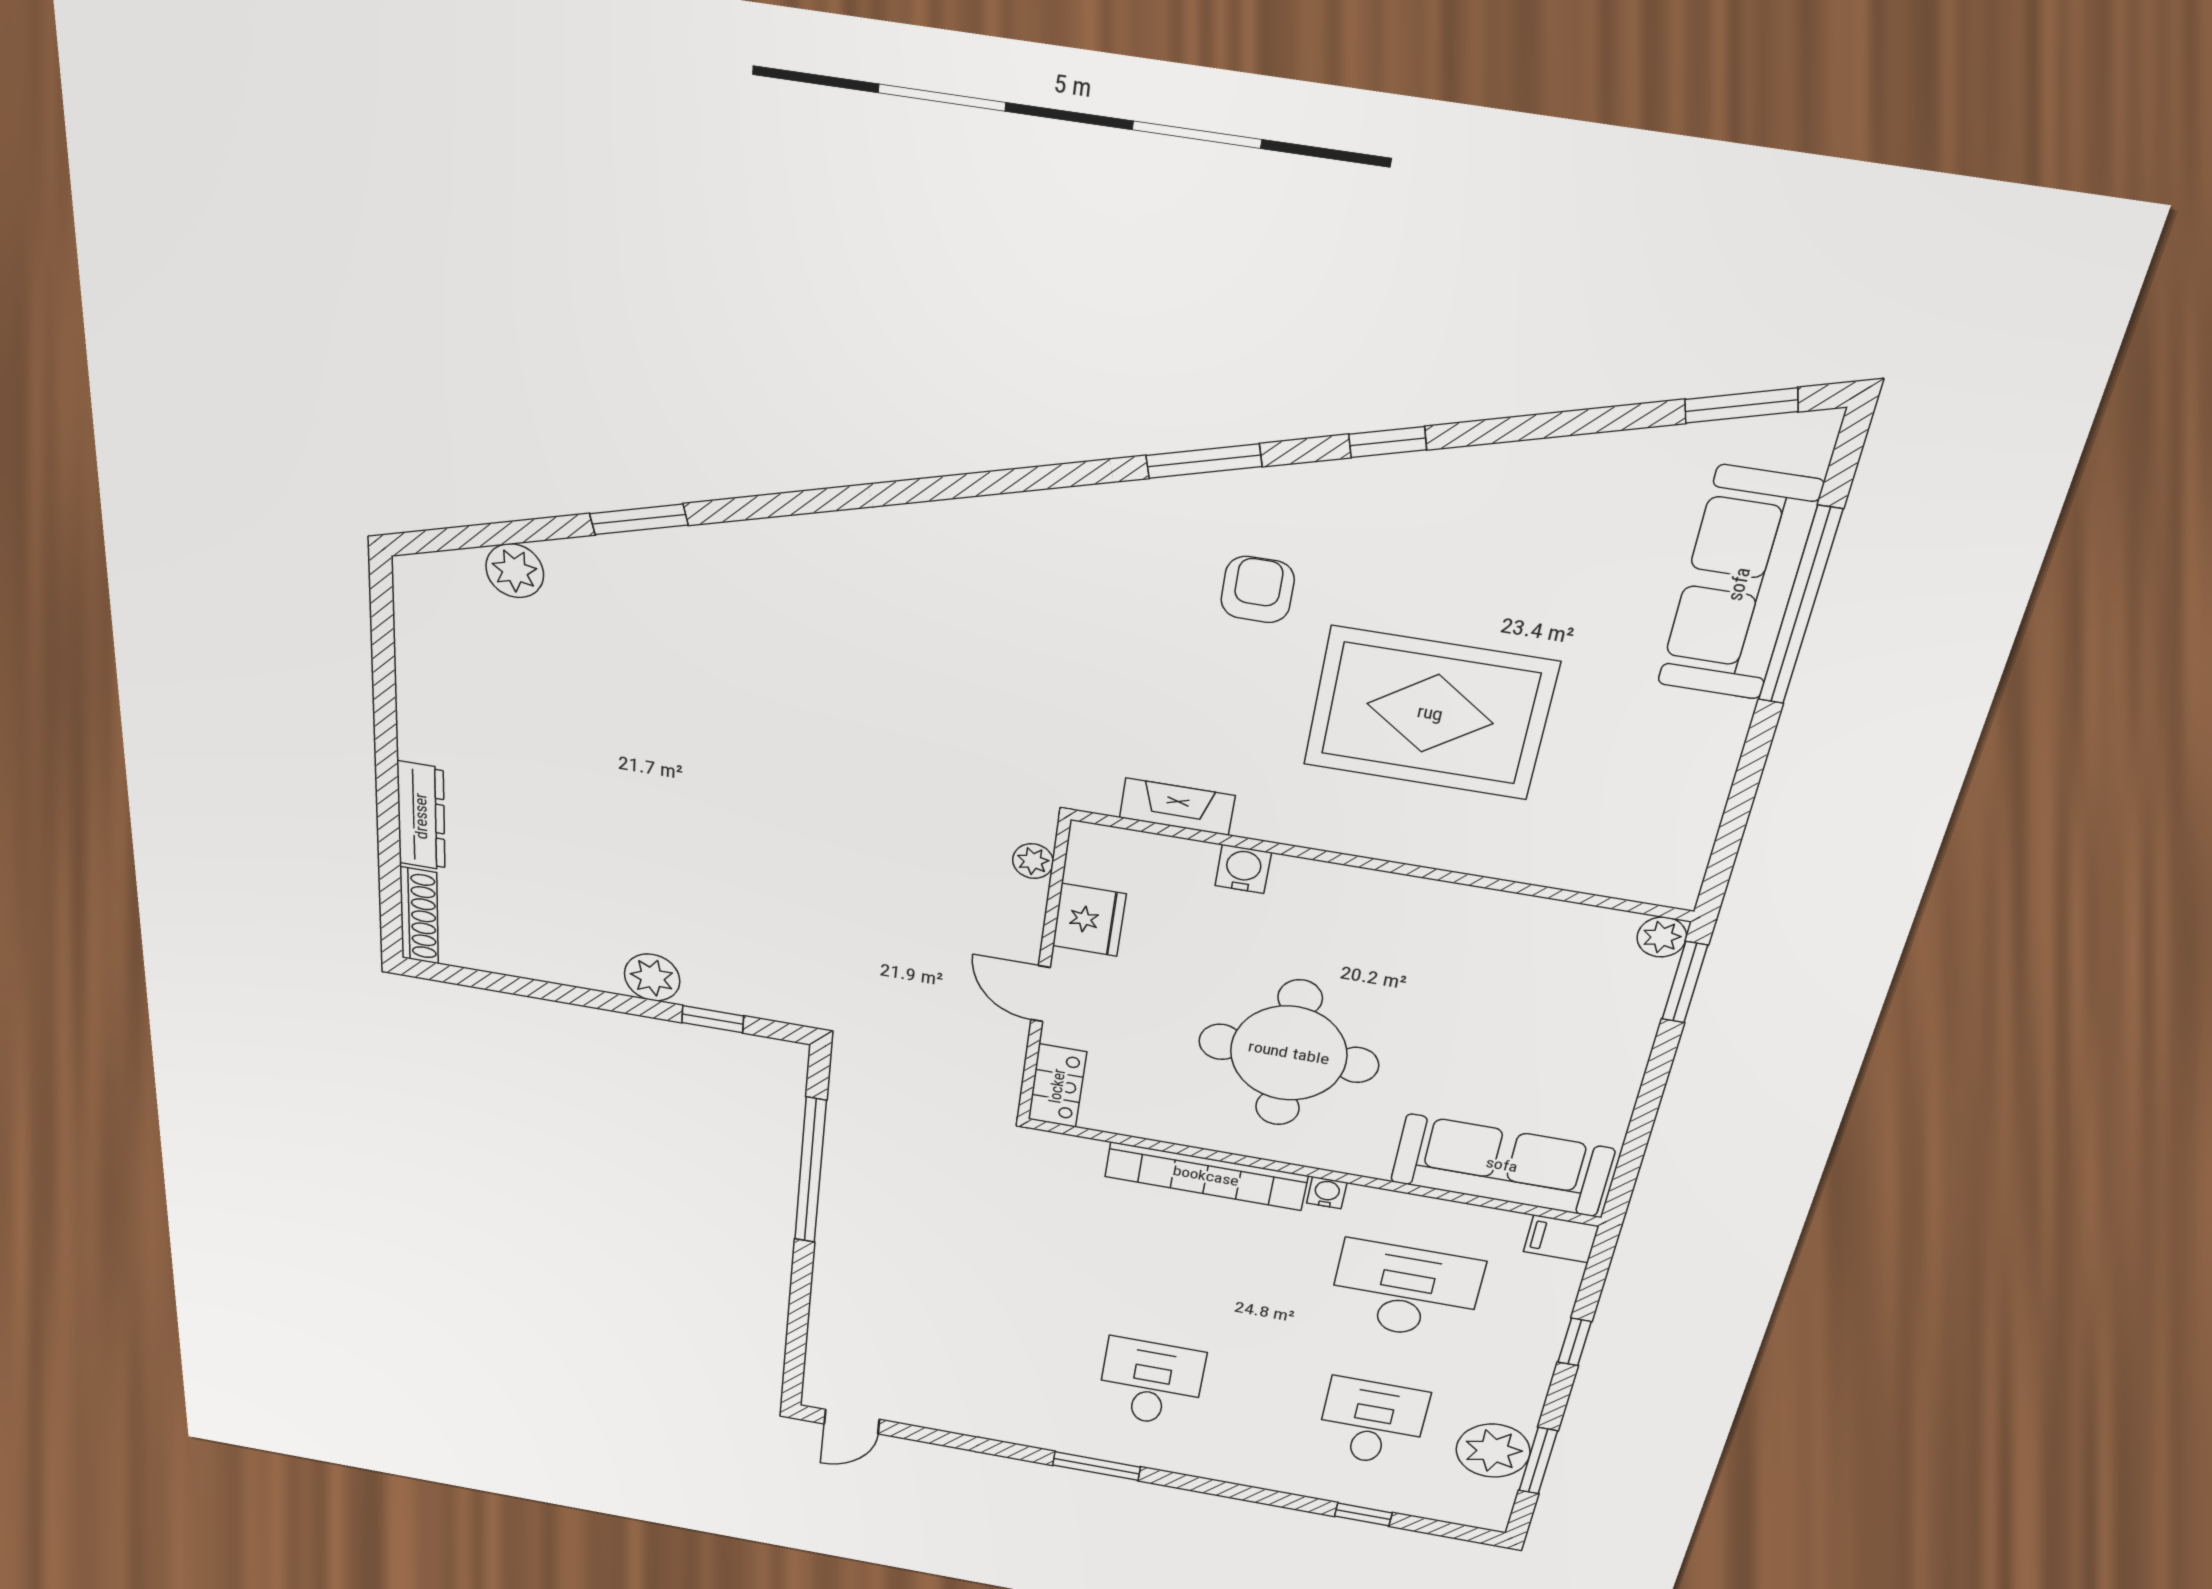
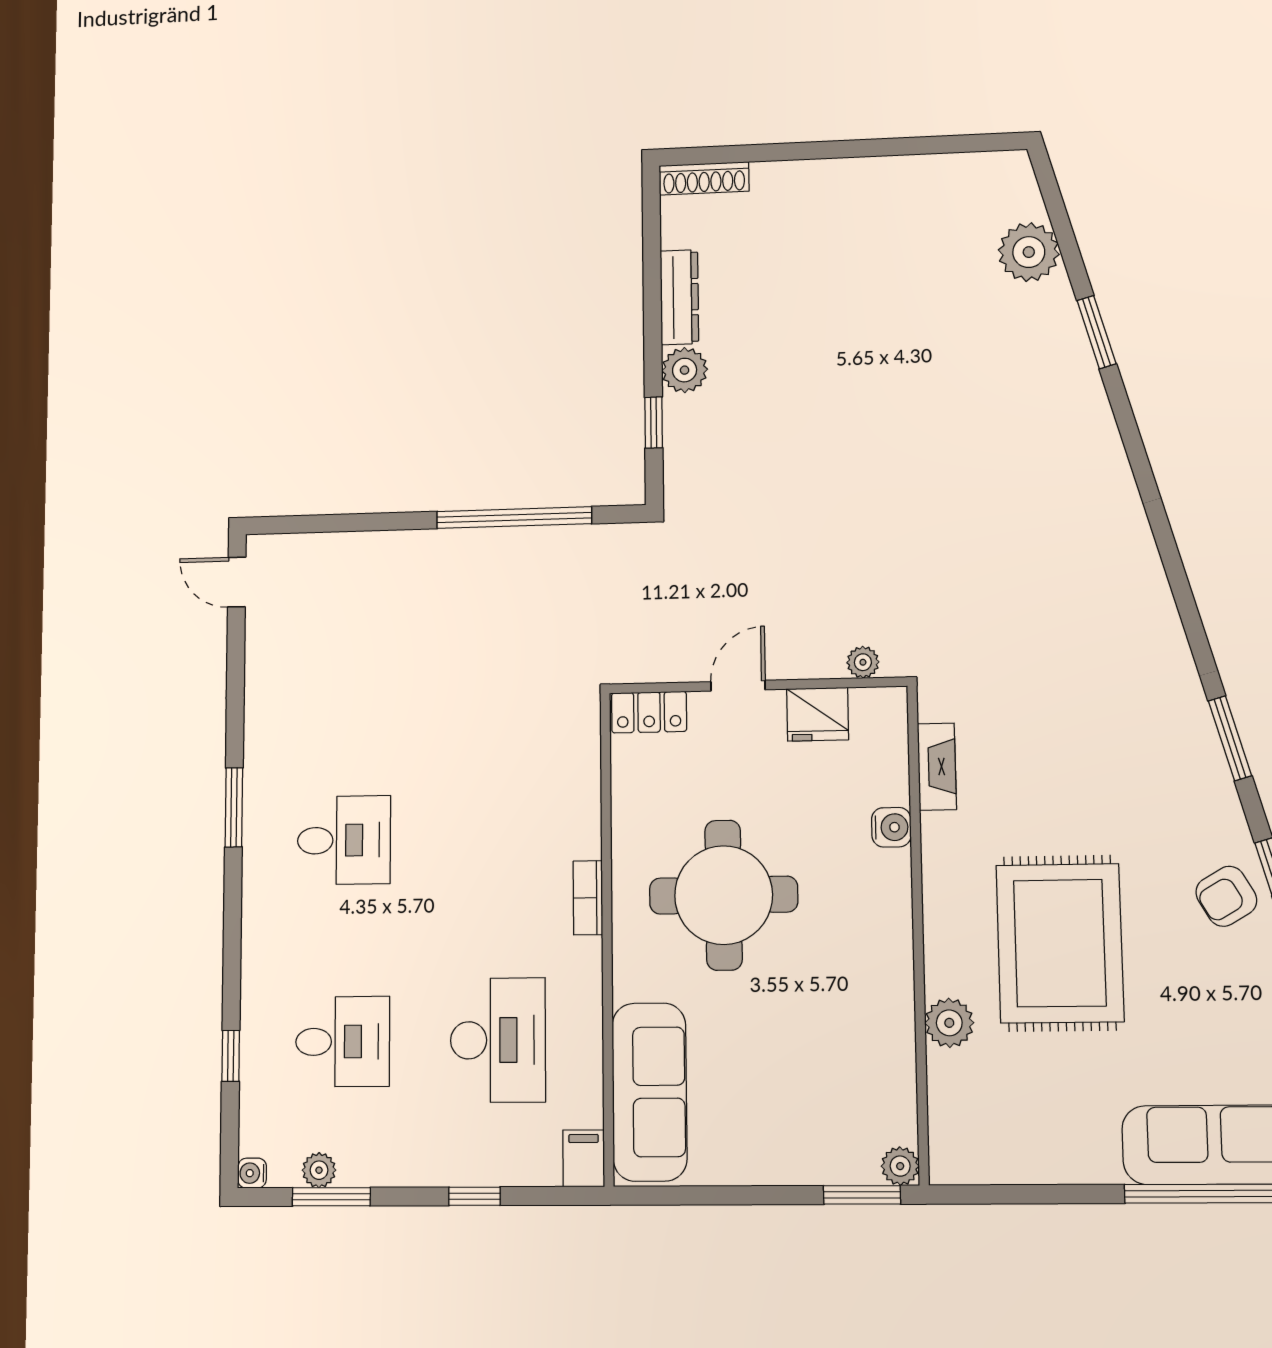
plant: (515, 571) -> (1029, 252), width x1.36, depth x1.36
armchair: (1258, 590) -> (1226, 896), moved, turned 150
dresser: (421, 816) -> (679, 297), moved, turned -90
plant: (1500, 853) -> (949, 1023), added
bookcase: (1206, 1176) -> (588, 898), width x0.43, depth x0.76
water cooler: (1327, 1193) -> (252, 1173), moved, turned 180
plant: (1493, 1451) -> (319, 1170), width x0.53, depth x0.53

